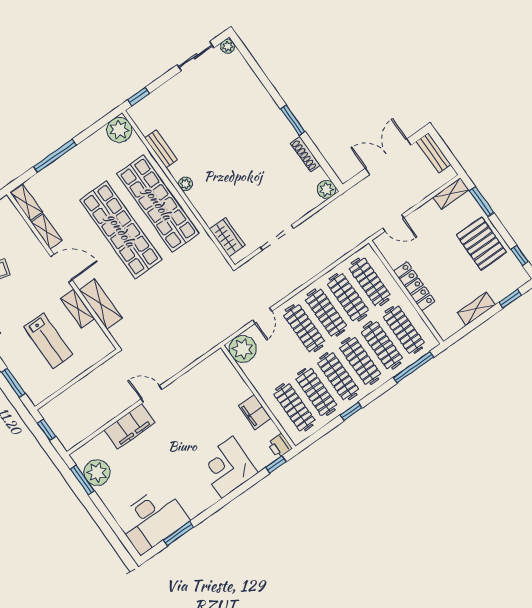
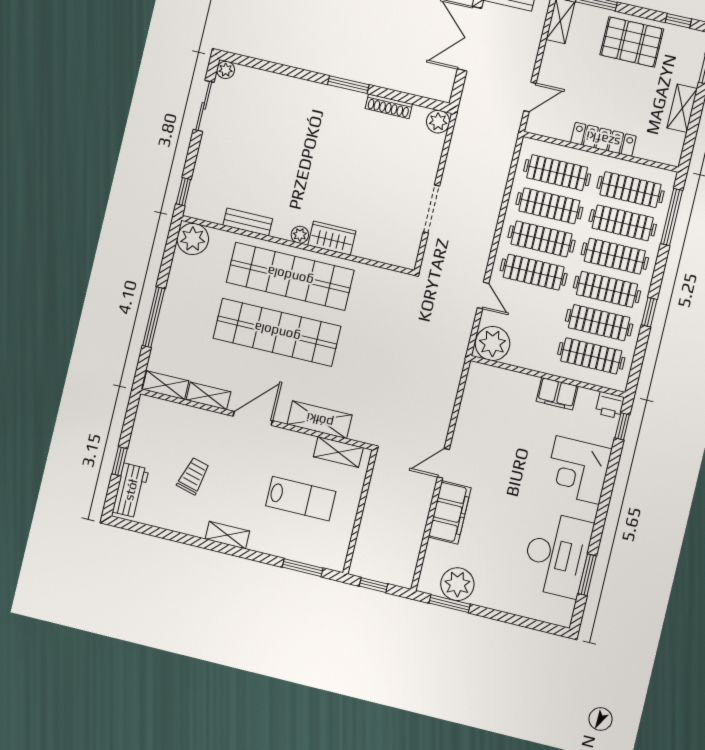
wardrobe: (227, 237) -> (332, 238), moved
shelving: (78, 309) -> (338, 452), moved
desk: (152, 520) -> (557, 555), moved

